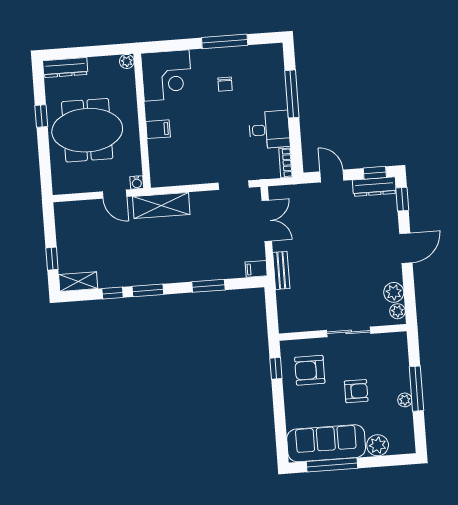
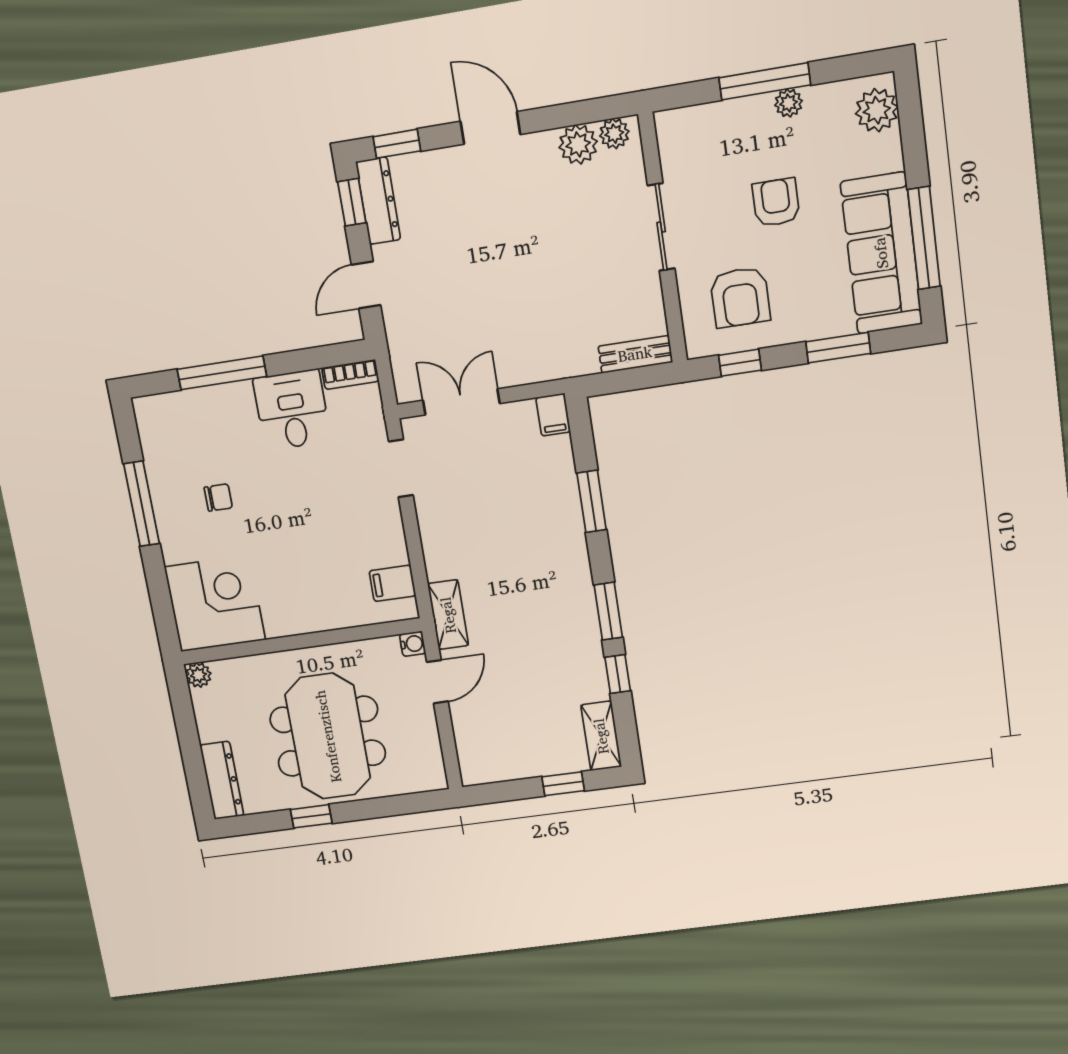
filing cabinet: (158, 129) -> (392, 583), moved, turned -90
shelving: (161, 205) -> (448, 615), width x0.67, depth x0.75
bench: (281, 270) -> (635, 354), moved
window: (280, 419) -> (838, 348), added
plant: (378, 445) -> (877, 110), moved

